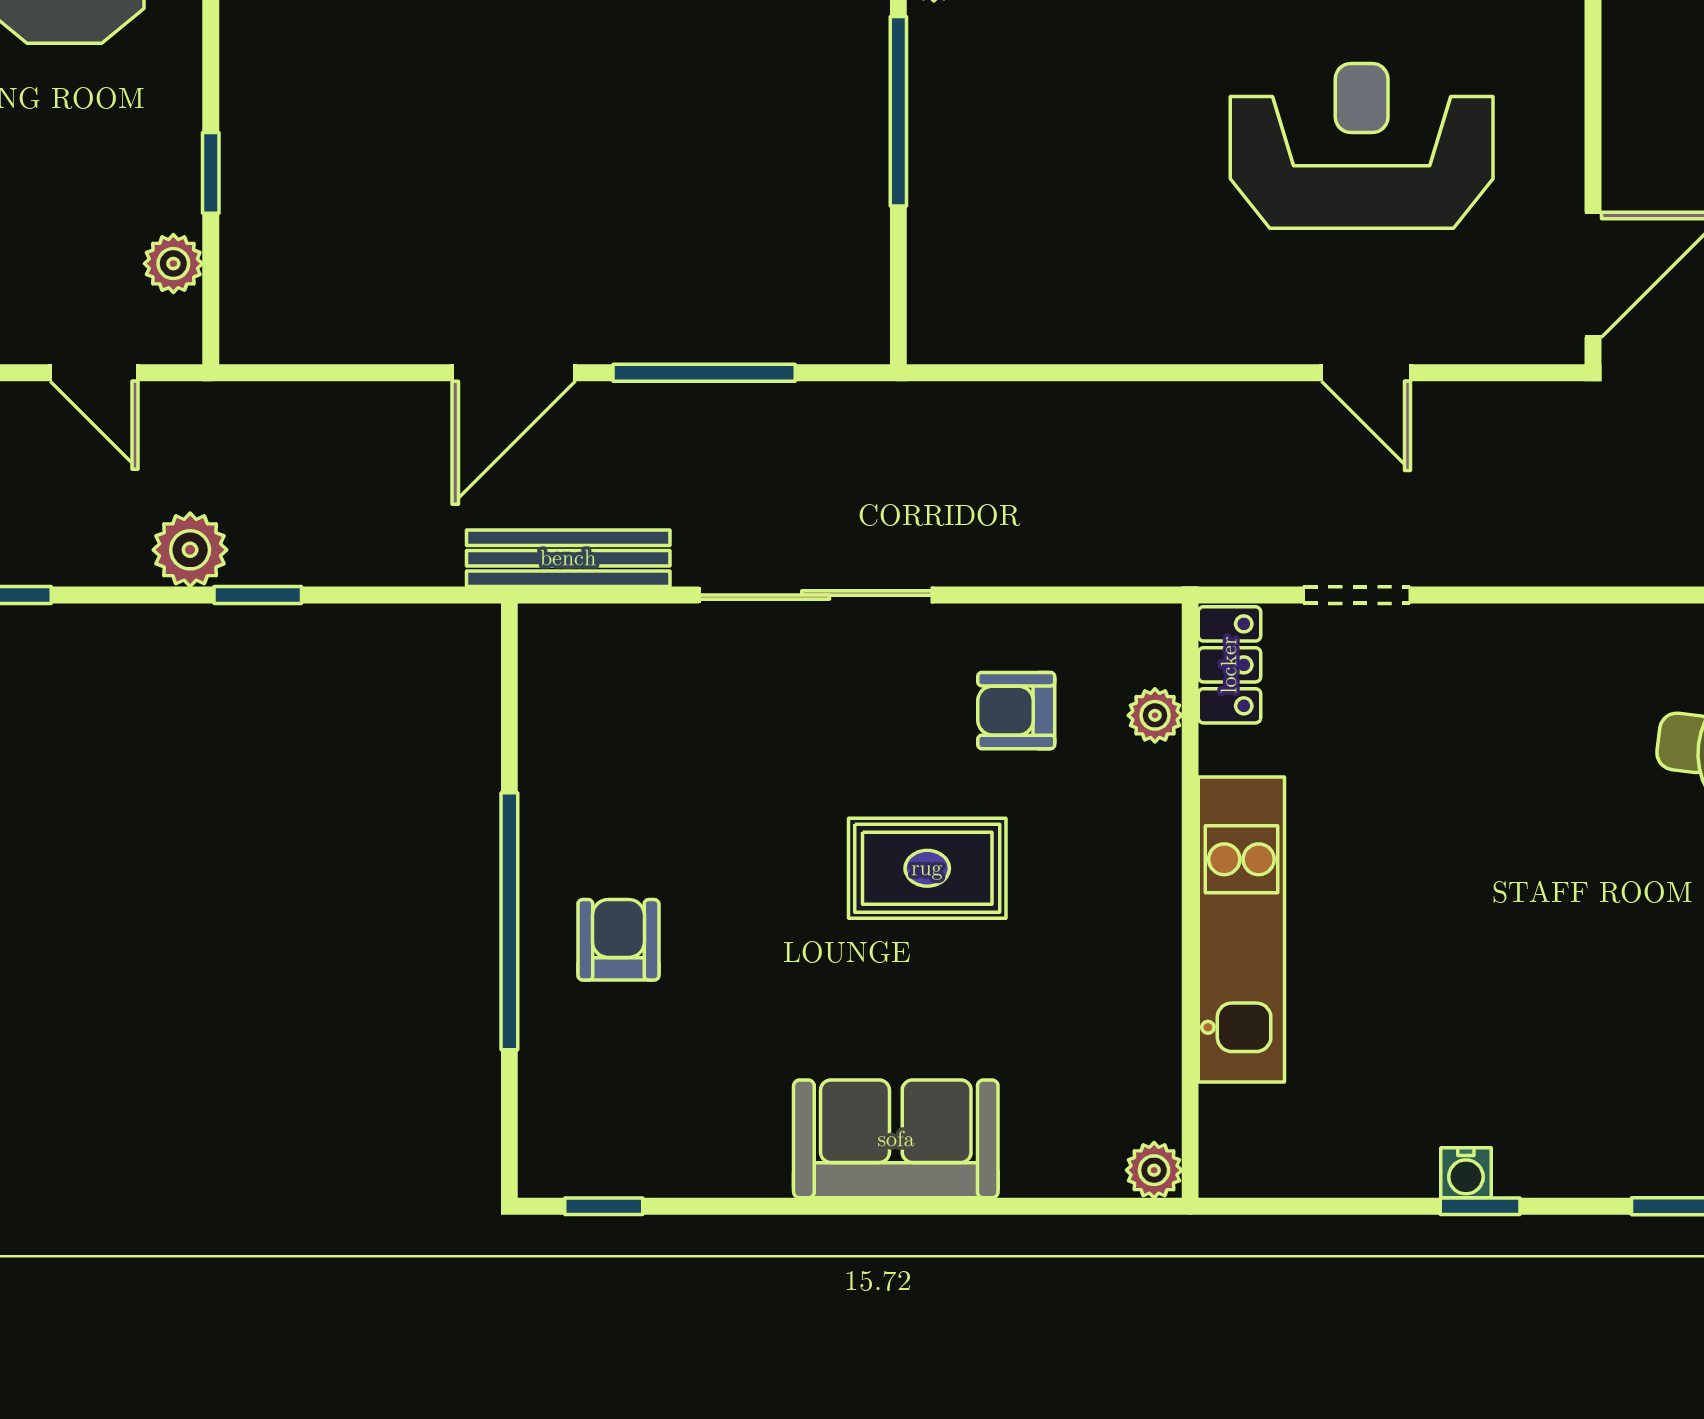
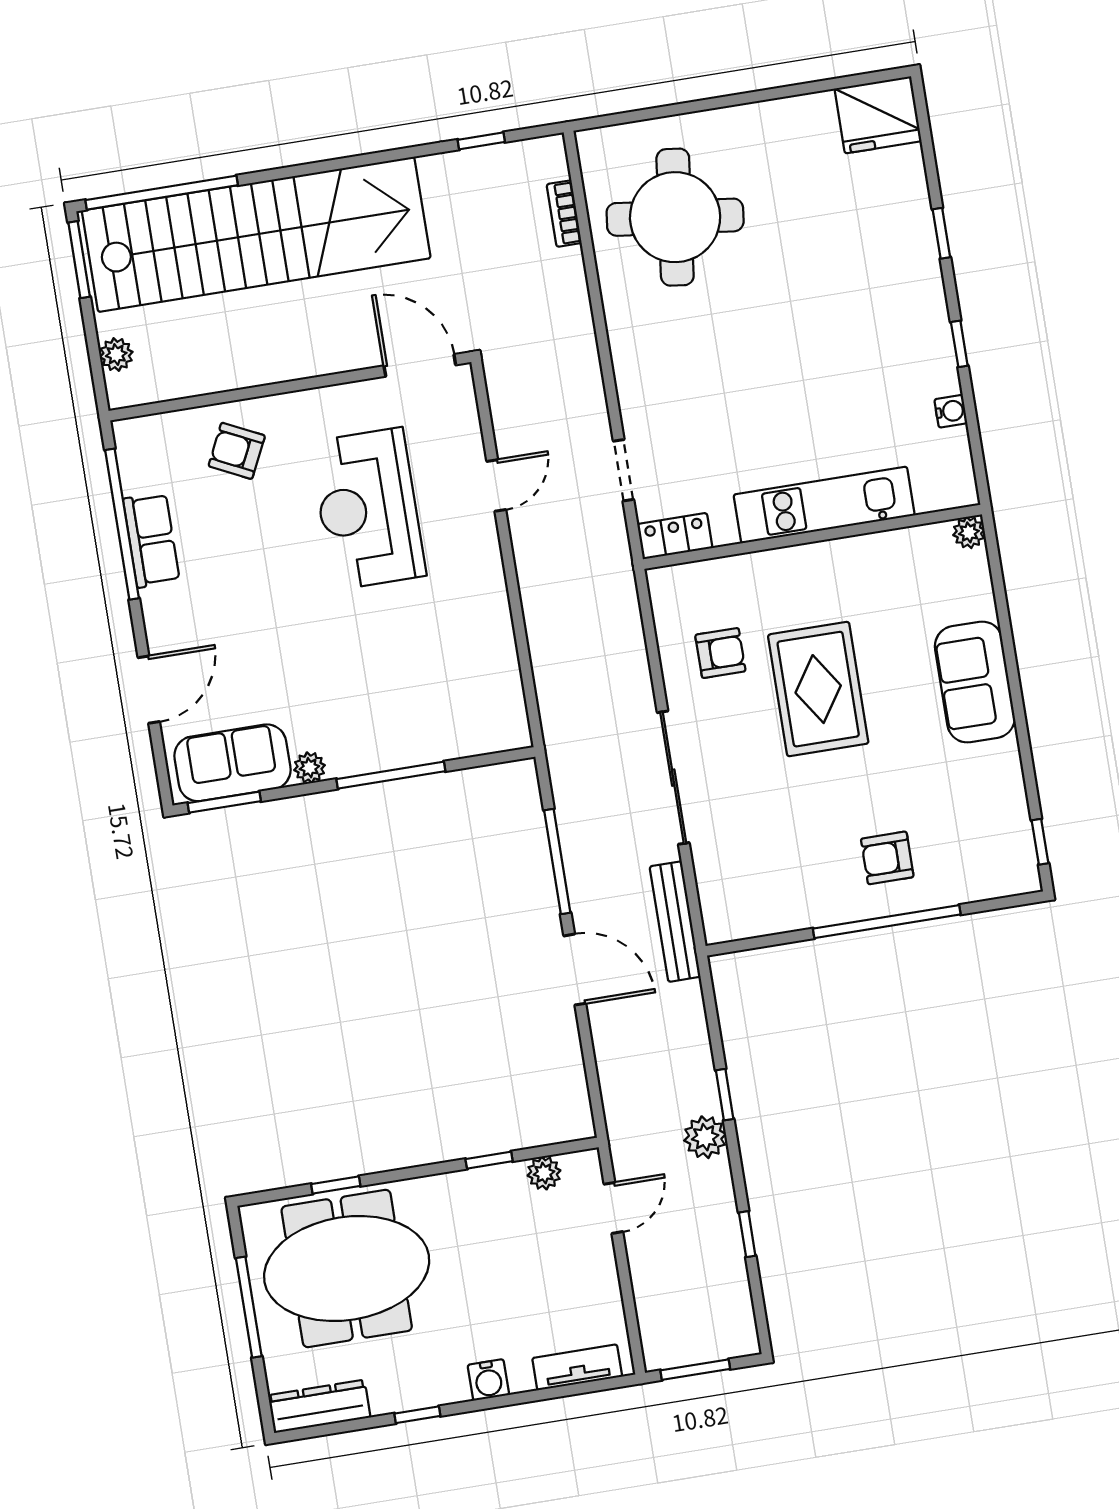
armchair: (1016, 711) -> (720, 653), turned -90
plant: (1155, 715) -> (710, 574), removed
rug: (927, 868) -> (818, 689), width x1.36, depth x1.43
water cooler: (1466, 1173) -> (951, 411), moved

